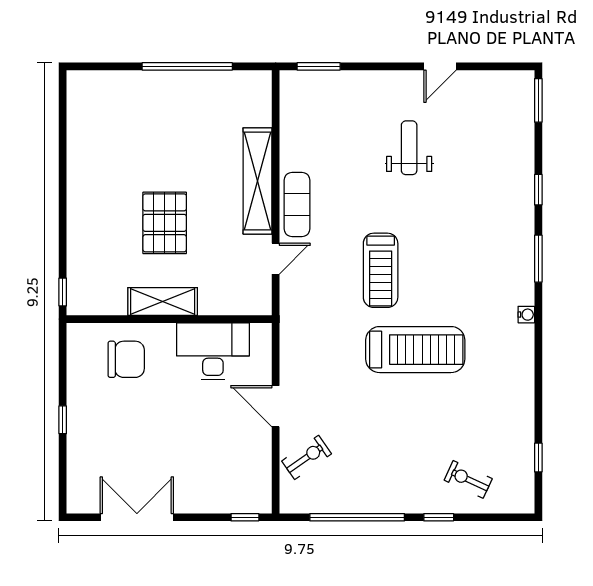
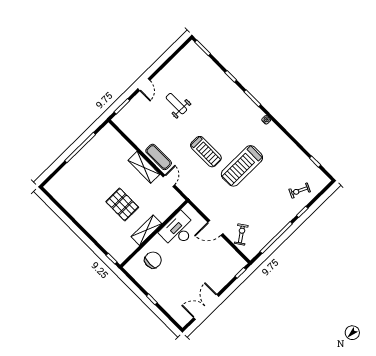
door: (440, 66) -> (144, 85), moved
shelving: (258, 181) -> (144, 167), width x0.68
treadmill: (415, 350) -> (242, 166), turned 180

